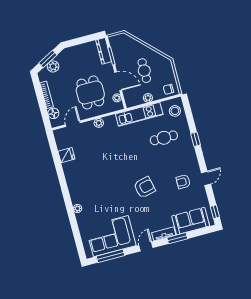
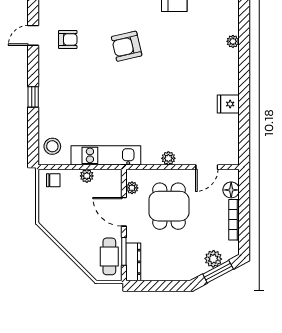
cafe table: (144, 71) -> (109, 256), moved
cafe table: (164, 138) -> (79, 111), removed
fridge: (66, 155) -> (228, 104), moved

